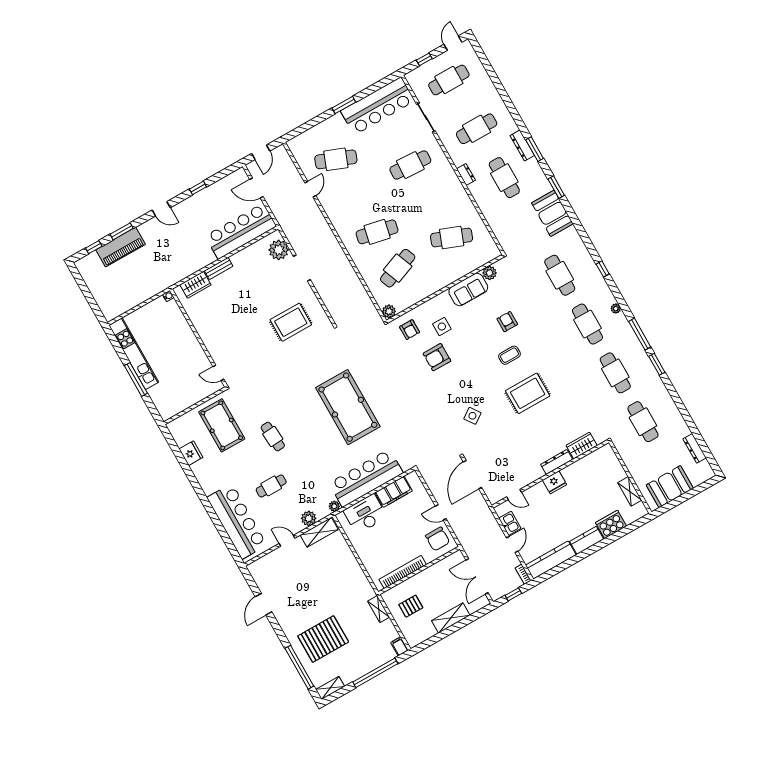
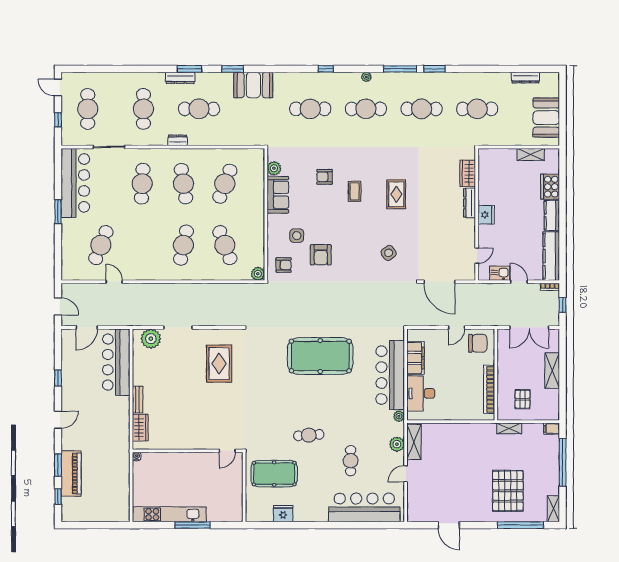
cafe table: (431, 201) -> (184, 184), added
rug: (528, 393) -> (396, 194), width x0.73, depth x0.70

